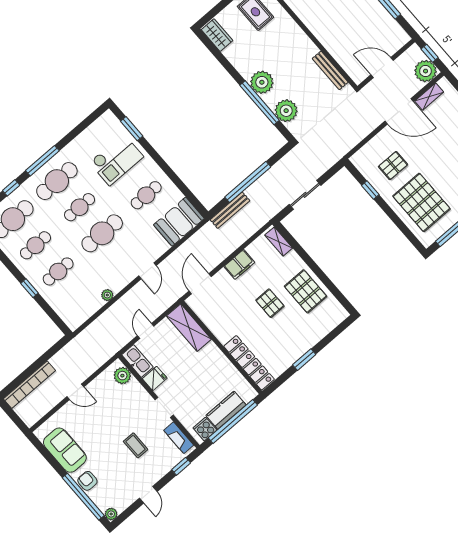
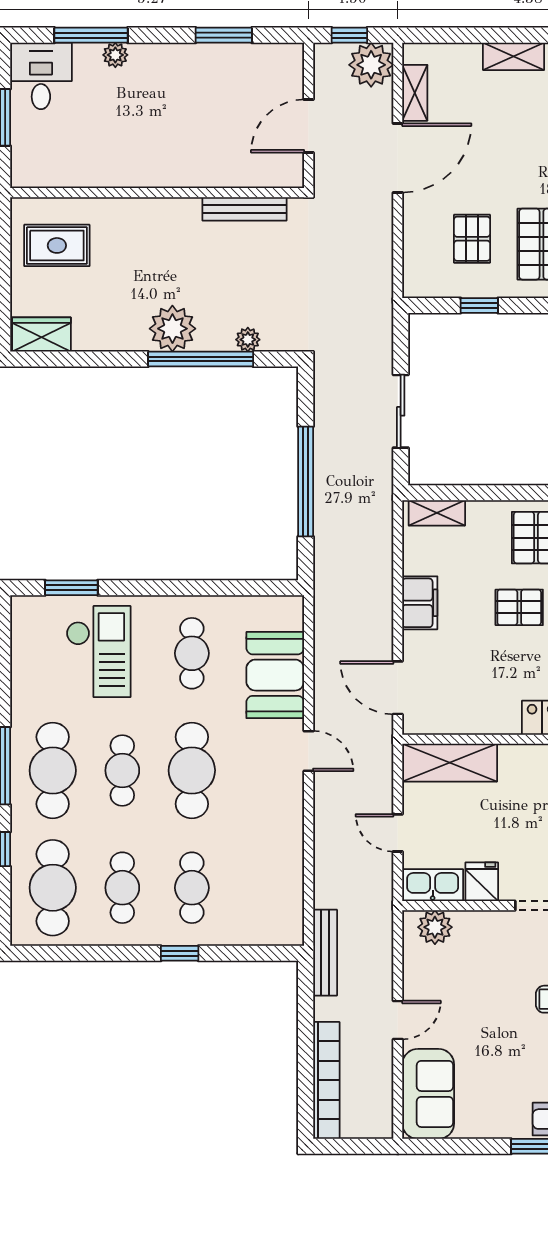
plant: (286, 111) -> (248, 340), width x0.53, depth x0.53
bench: (230, 210) -> (325, 953), moved
booth: (179, 222) -> (275, 675), moved
plant: (107, 295) -> (292, 844), removed
sofa: (65, 450) -> (428, 1094), moved, turned 90

